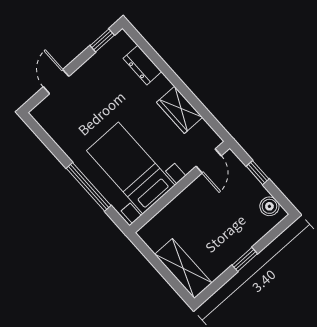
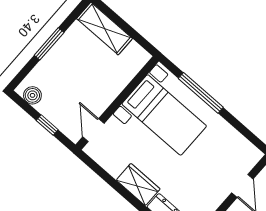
wardrobe: (180, 110) -> (138, 185), moved
window: (245, 259) -> (49, 44), width x1.50

